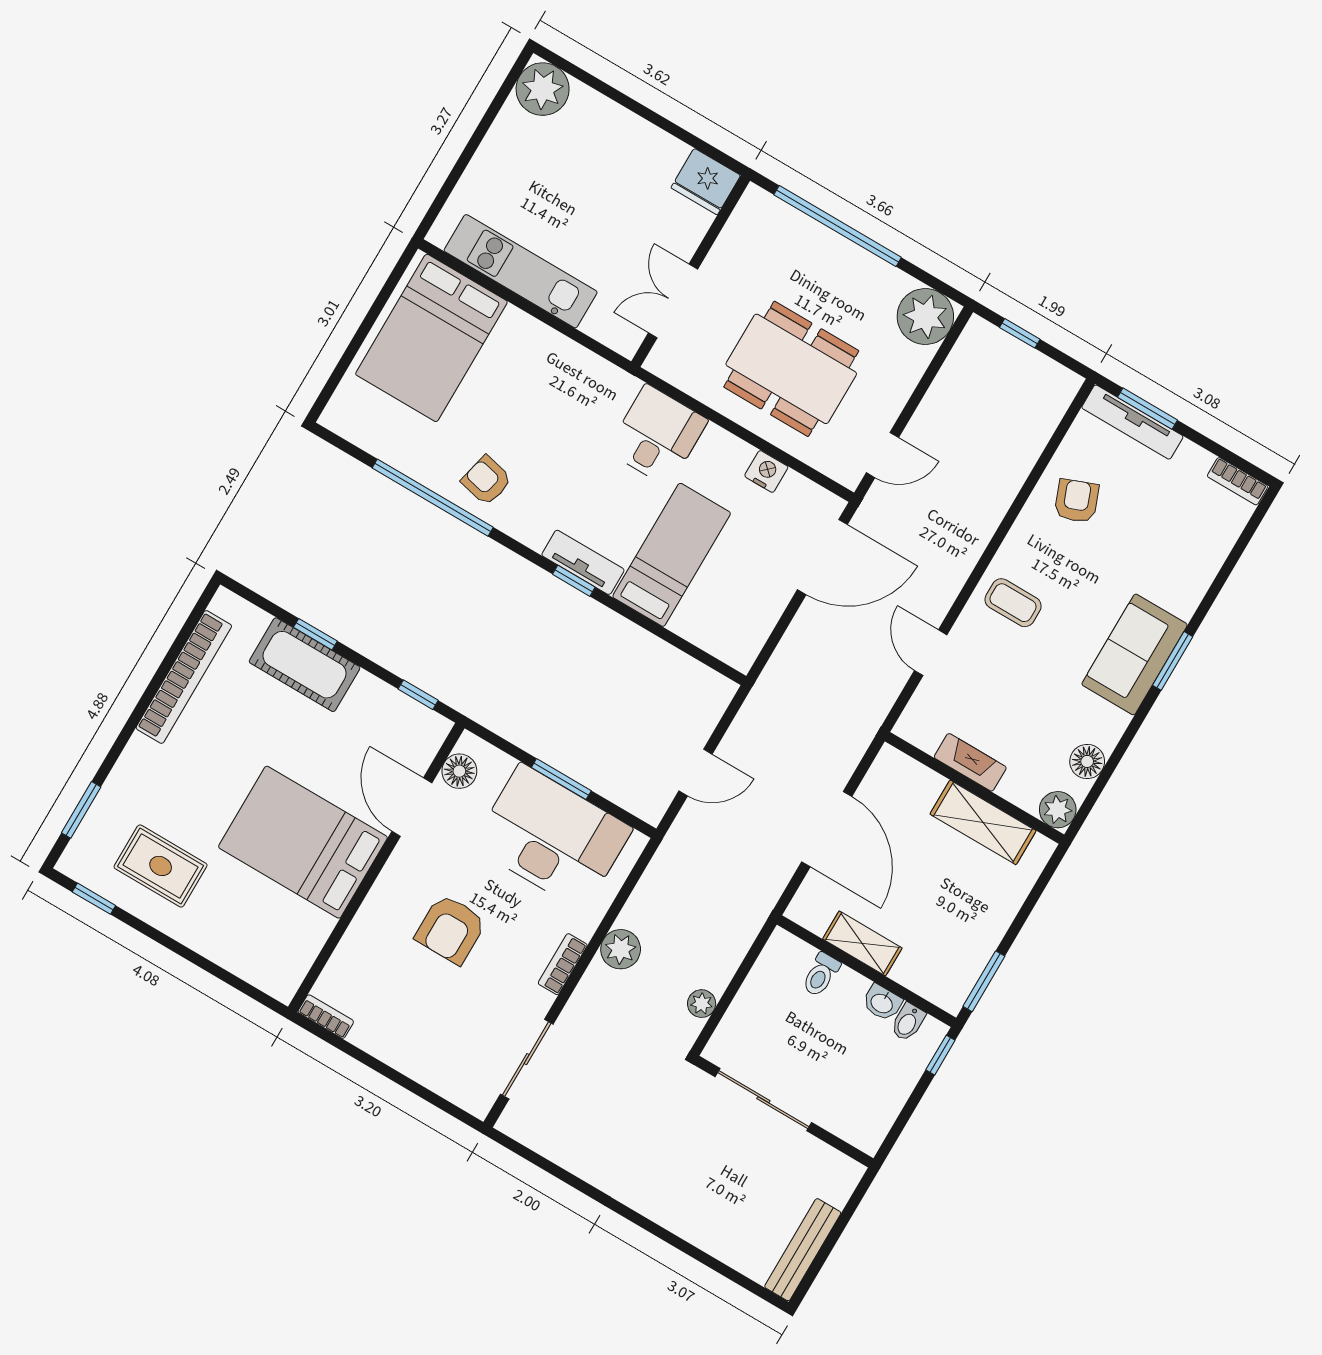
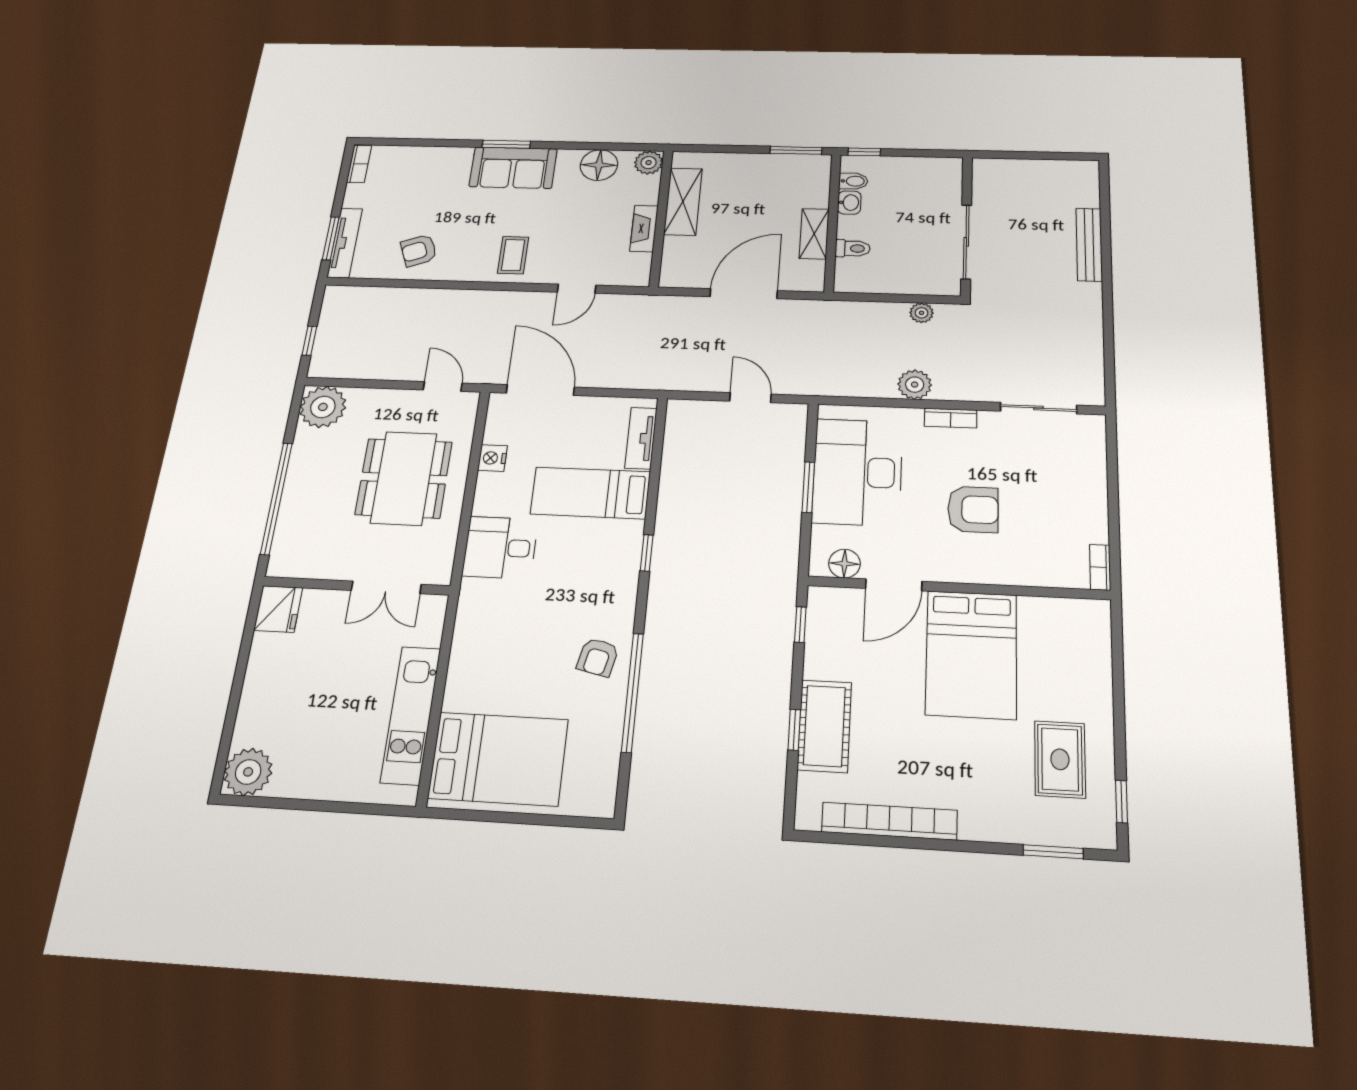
tv unit: (583, 562) -> (641, 438), moved
floor lamp: (1087, 761) -> (599, 165), width x1.38, depth x1.38
bench: (803, 1250) -> (1089, 245), moved, turned 90

